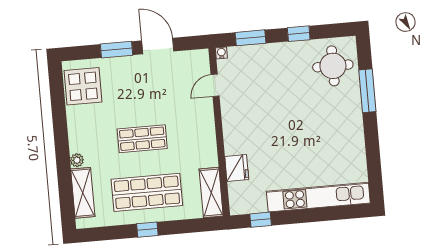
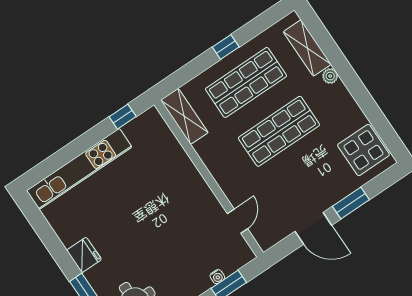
water cooler: (221, 53) -> (217, 277), moved
shop shelf: (142, 139) -> (279, 131), width x1.43, depth x1.36
fridge: (237, 168) -> (84, 255), moved, turned 180

